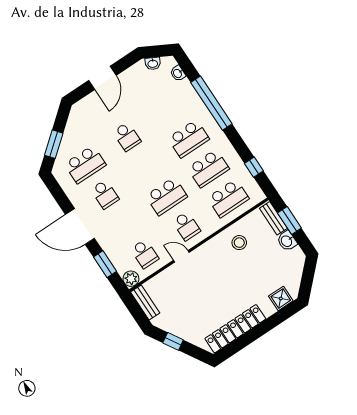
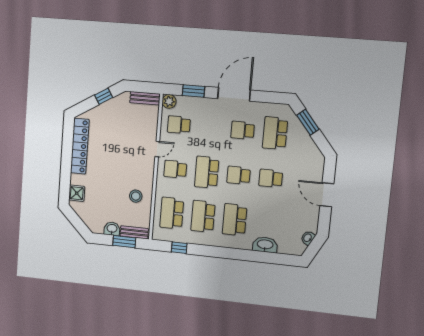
washbasin: (178, 73) -> (265, 245), moved, width x1.91, depth x1.45
window: (211, 103) -> (247, 255), removed
school desk: (147, 166) -> (239, 175), added

